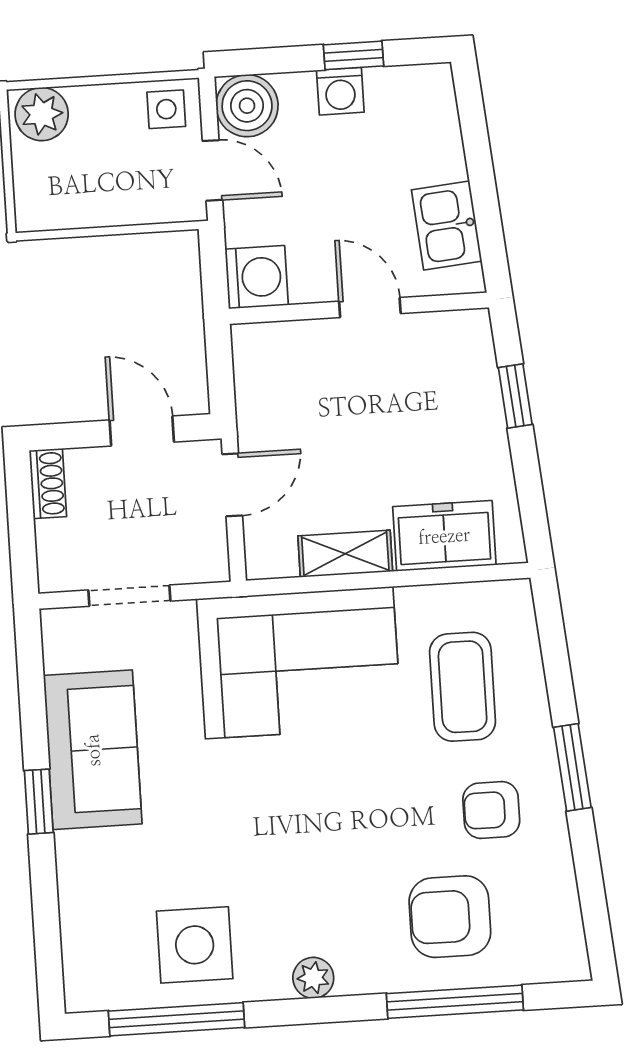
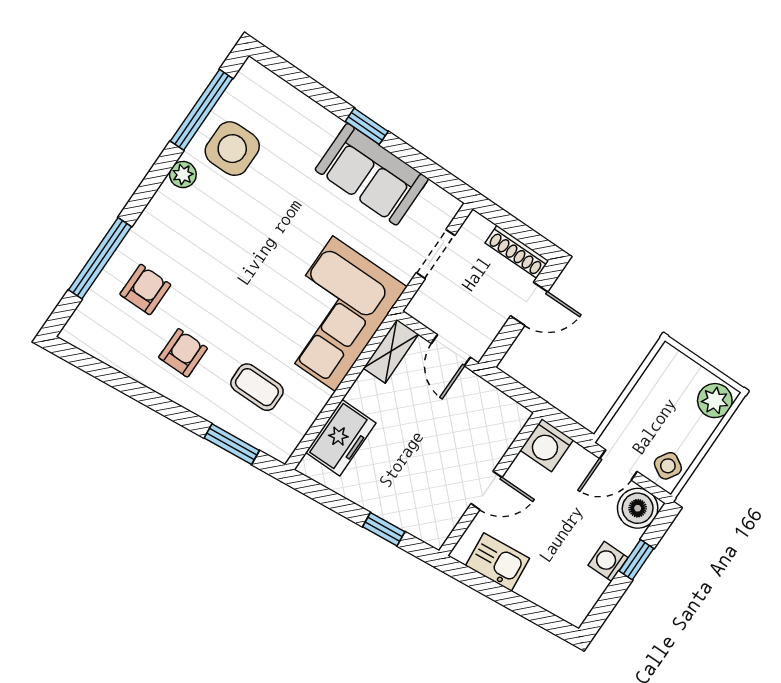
window: (354, 55) -> (636, 560), moved
side table: (166, 109) -> (668, 466), turned 31
door: (142, 431) -> (529, 304), moved
shoe rack: (48, 484) -> (517, 252), width x1.43
shelving: (345, 554) -> (391, 351), moved
coffee table: (463, 687) -> (257, 387), width x0.73, depth x0.77
window: (572, 767) -> (232, 444), moved
armchair: (450, 917) -> (145, 290), width x0.72, depth x0.72
plant: (313, 978) -> (183, 175), moved

